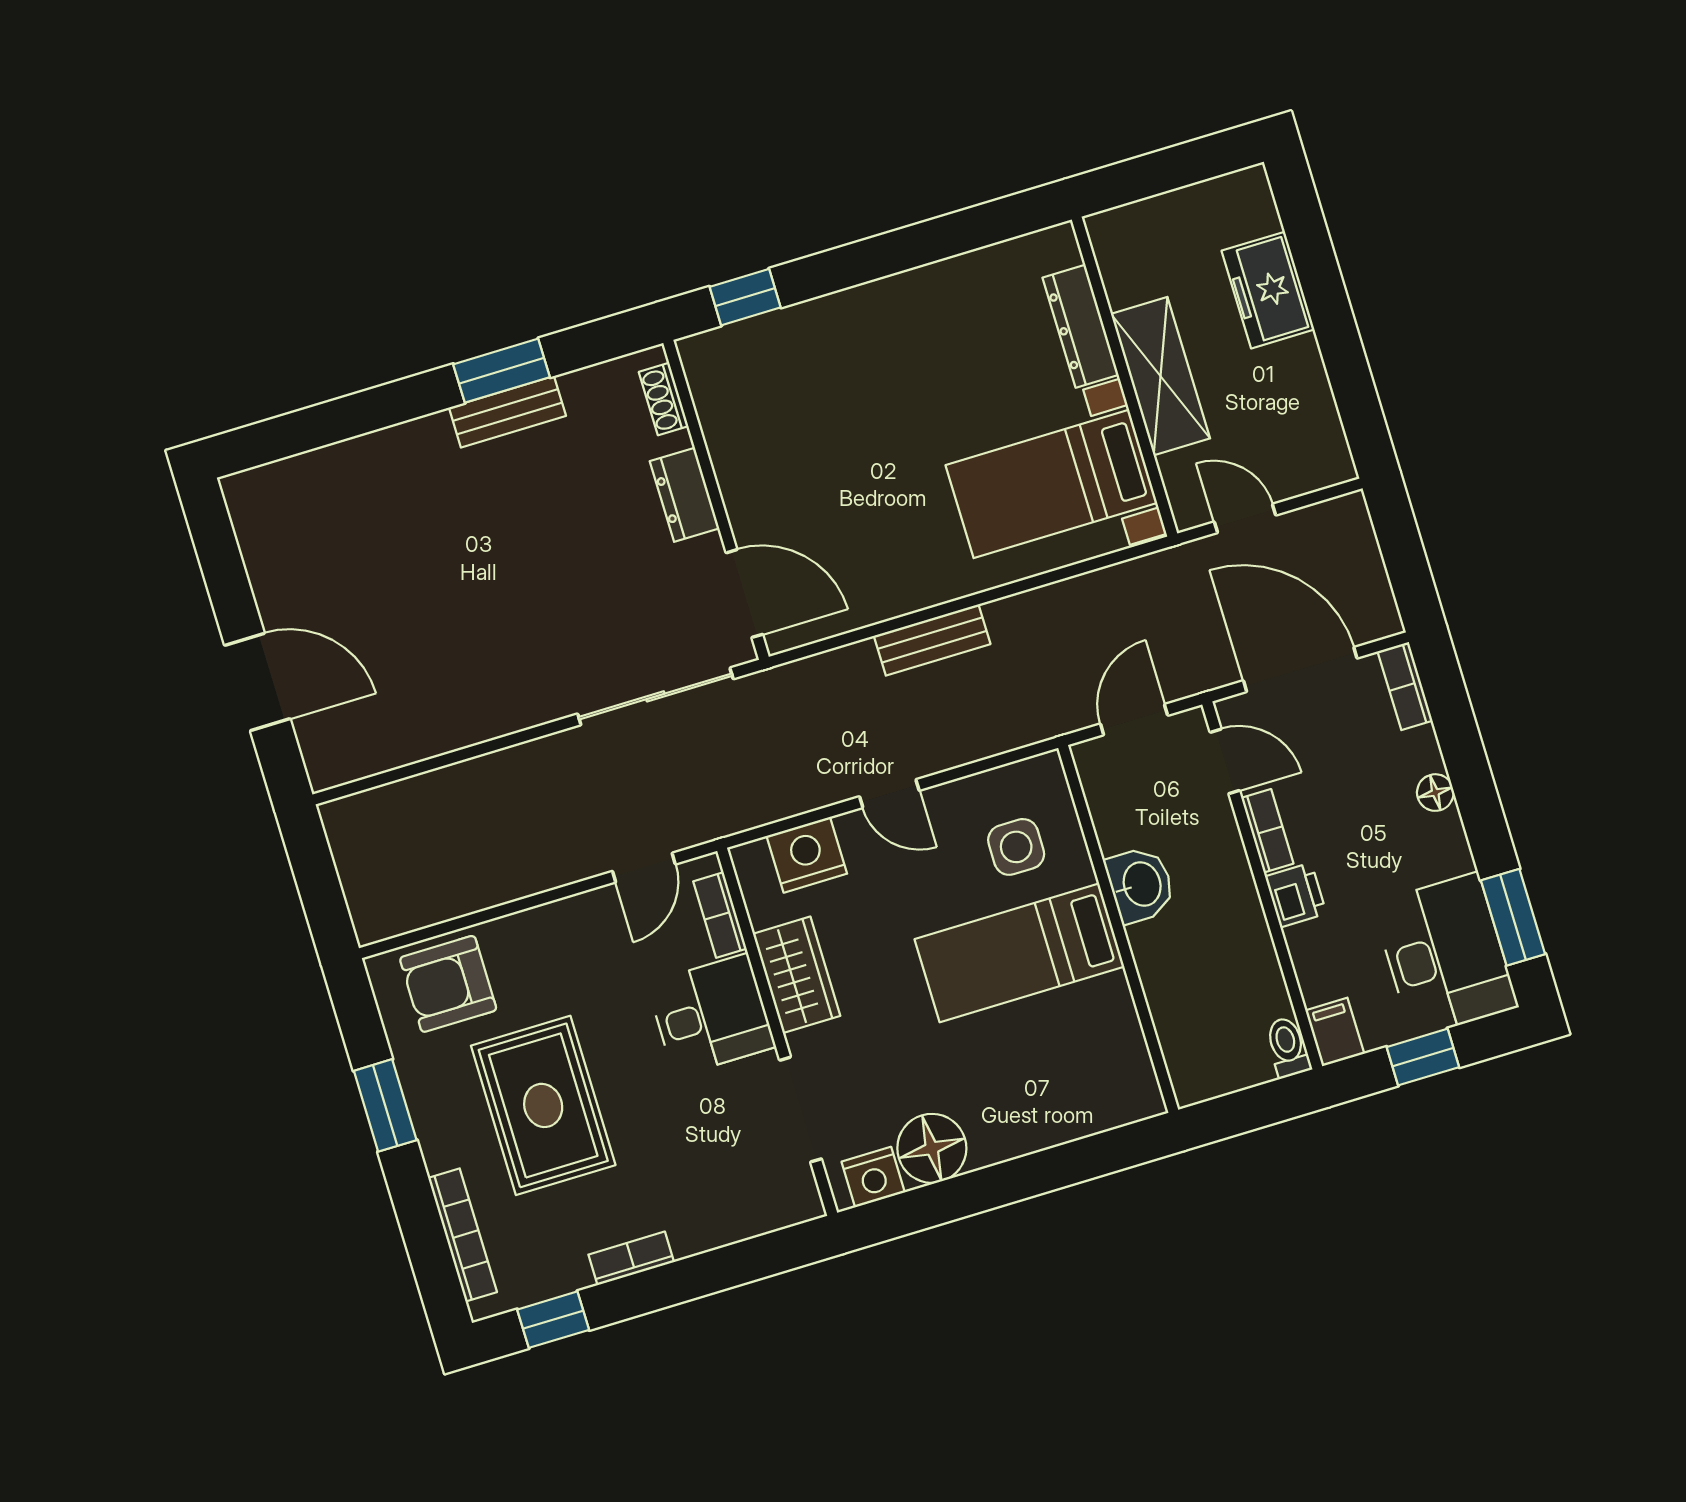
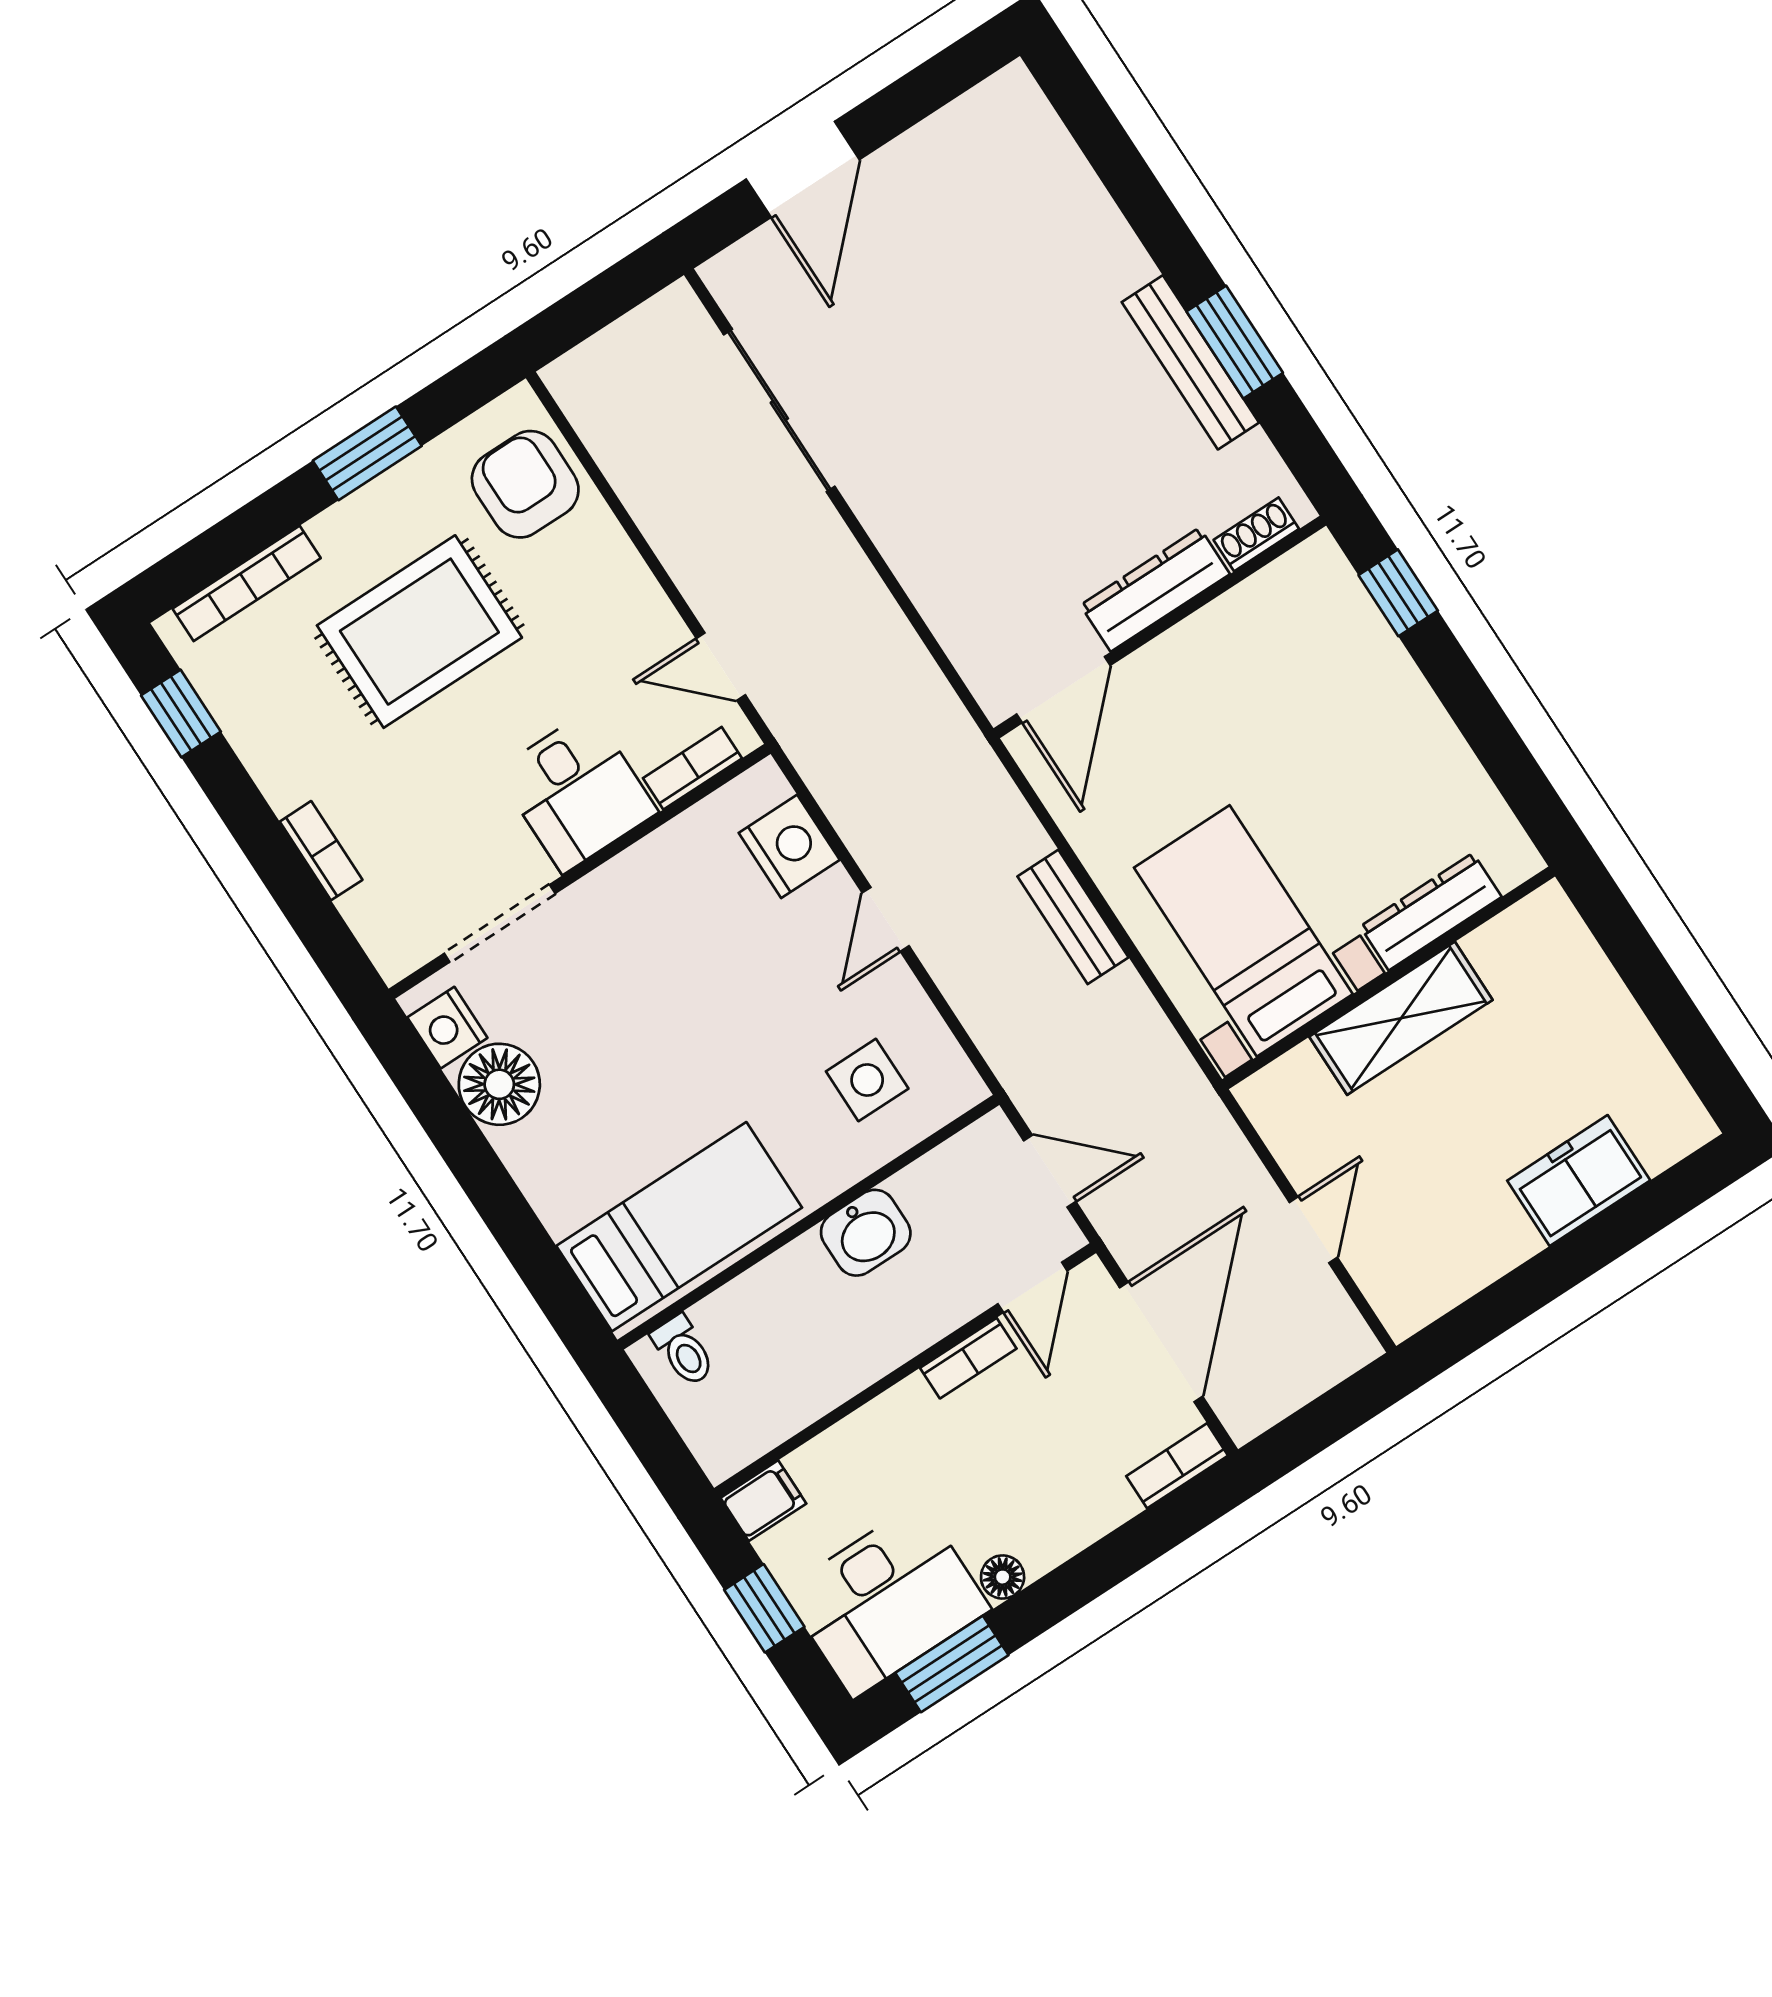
dresser: (1081, 326) -> (1431, 912), moved
shelving: (1160, 376) -> (1401, 1018), moved
wall: (1124, 377) -> (1389, 978), moved
bench: (507, 412) -> (1190, 362), width x1.36
bed with nightstands: (1051, 484) -> (1243, 931), moved
dresser: (685, 495) -> (1155, 590), width x1.44
sliding door: (655, 696) -> (779, 411), moved
floor lamp: (1435, 793) -> (1003, 1577), moved
printer: (1296, 895) -> (905, 1411), removed
bed: (1019, 953) -> (679, 1227), moved, turned 90
wardrobe: (797, 975) -> (650, 874), removed
toilet: (1288, 1047) -> (684, 1351), moved, turned 90
bookcase: (631, 1258) -> (321, 851), moved

